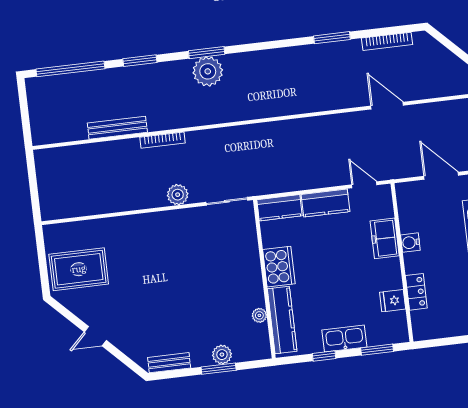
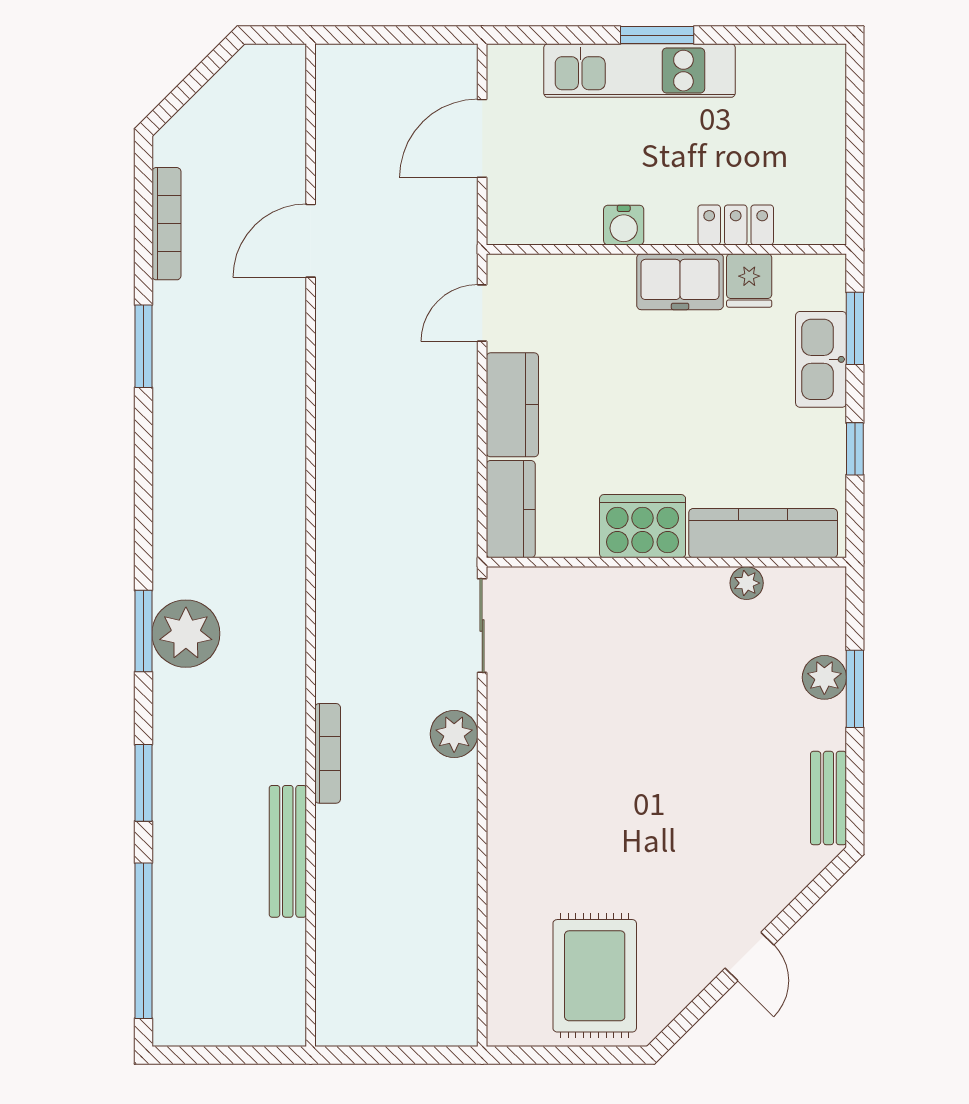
freezer: (385, 238) -> (680, 282), moved
kitchen sink: (344, 338) -> (821, 359), moved

